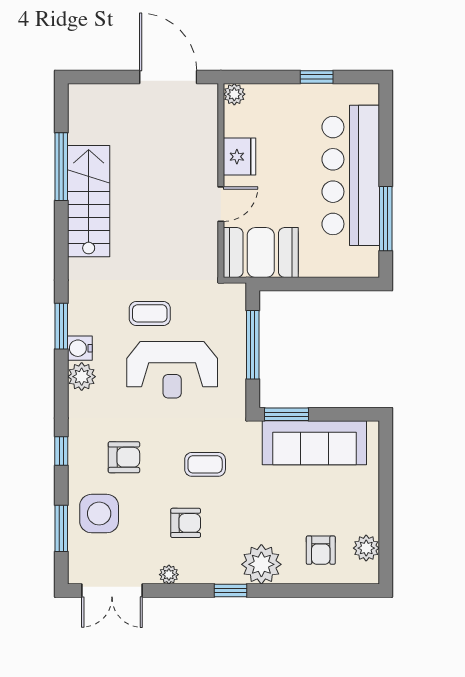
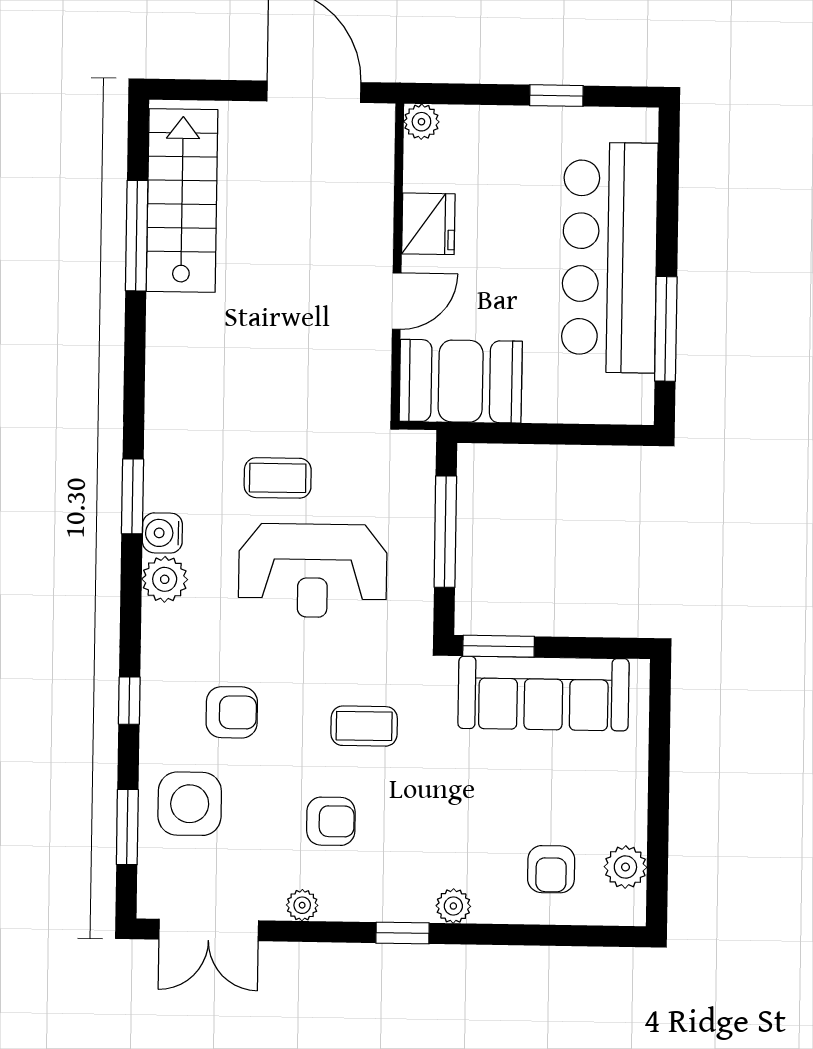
stairs: (89, 201) -> (182, 201), moved
plant: (261, 564) -> (453, 906), width x0.53, depth x0.53

